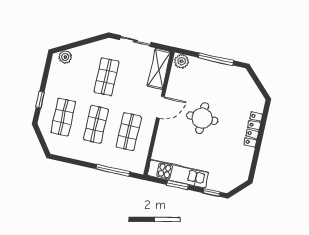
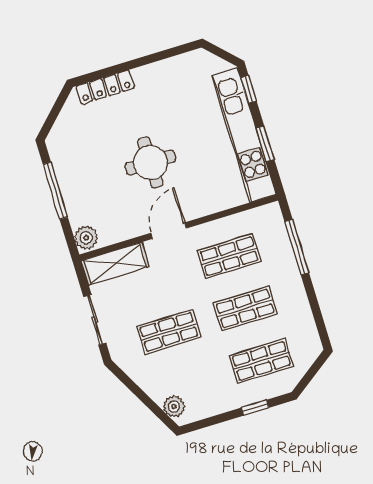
door: (160, 107) -> (169, 231), hinge flipped
locker: (253, 129) -> (105, 87), moved
kitchen unit: (178, 174) -> (244, 135), width x1.36

